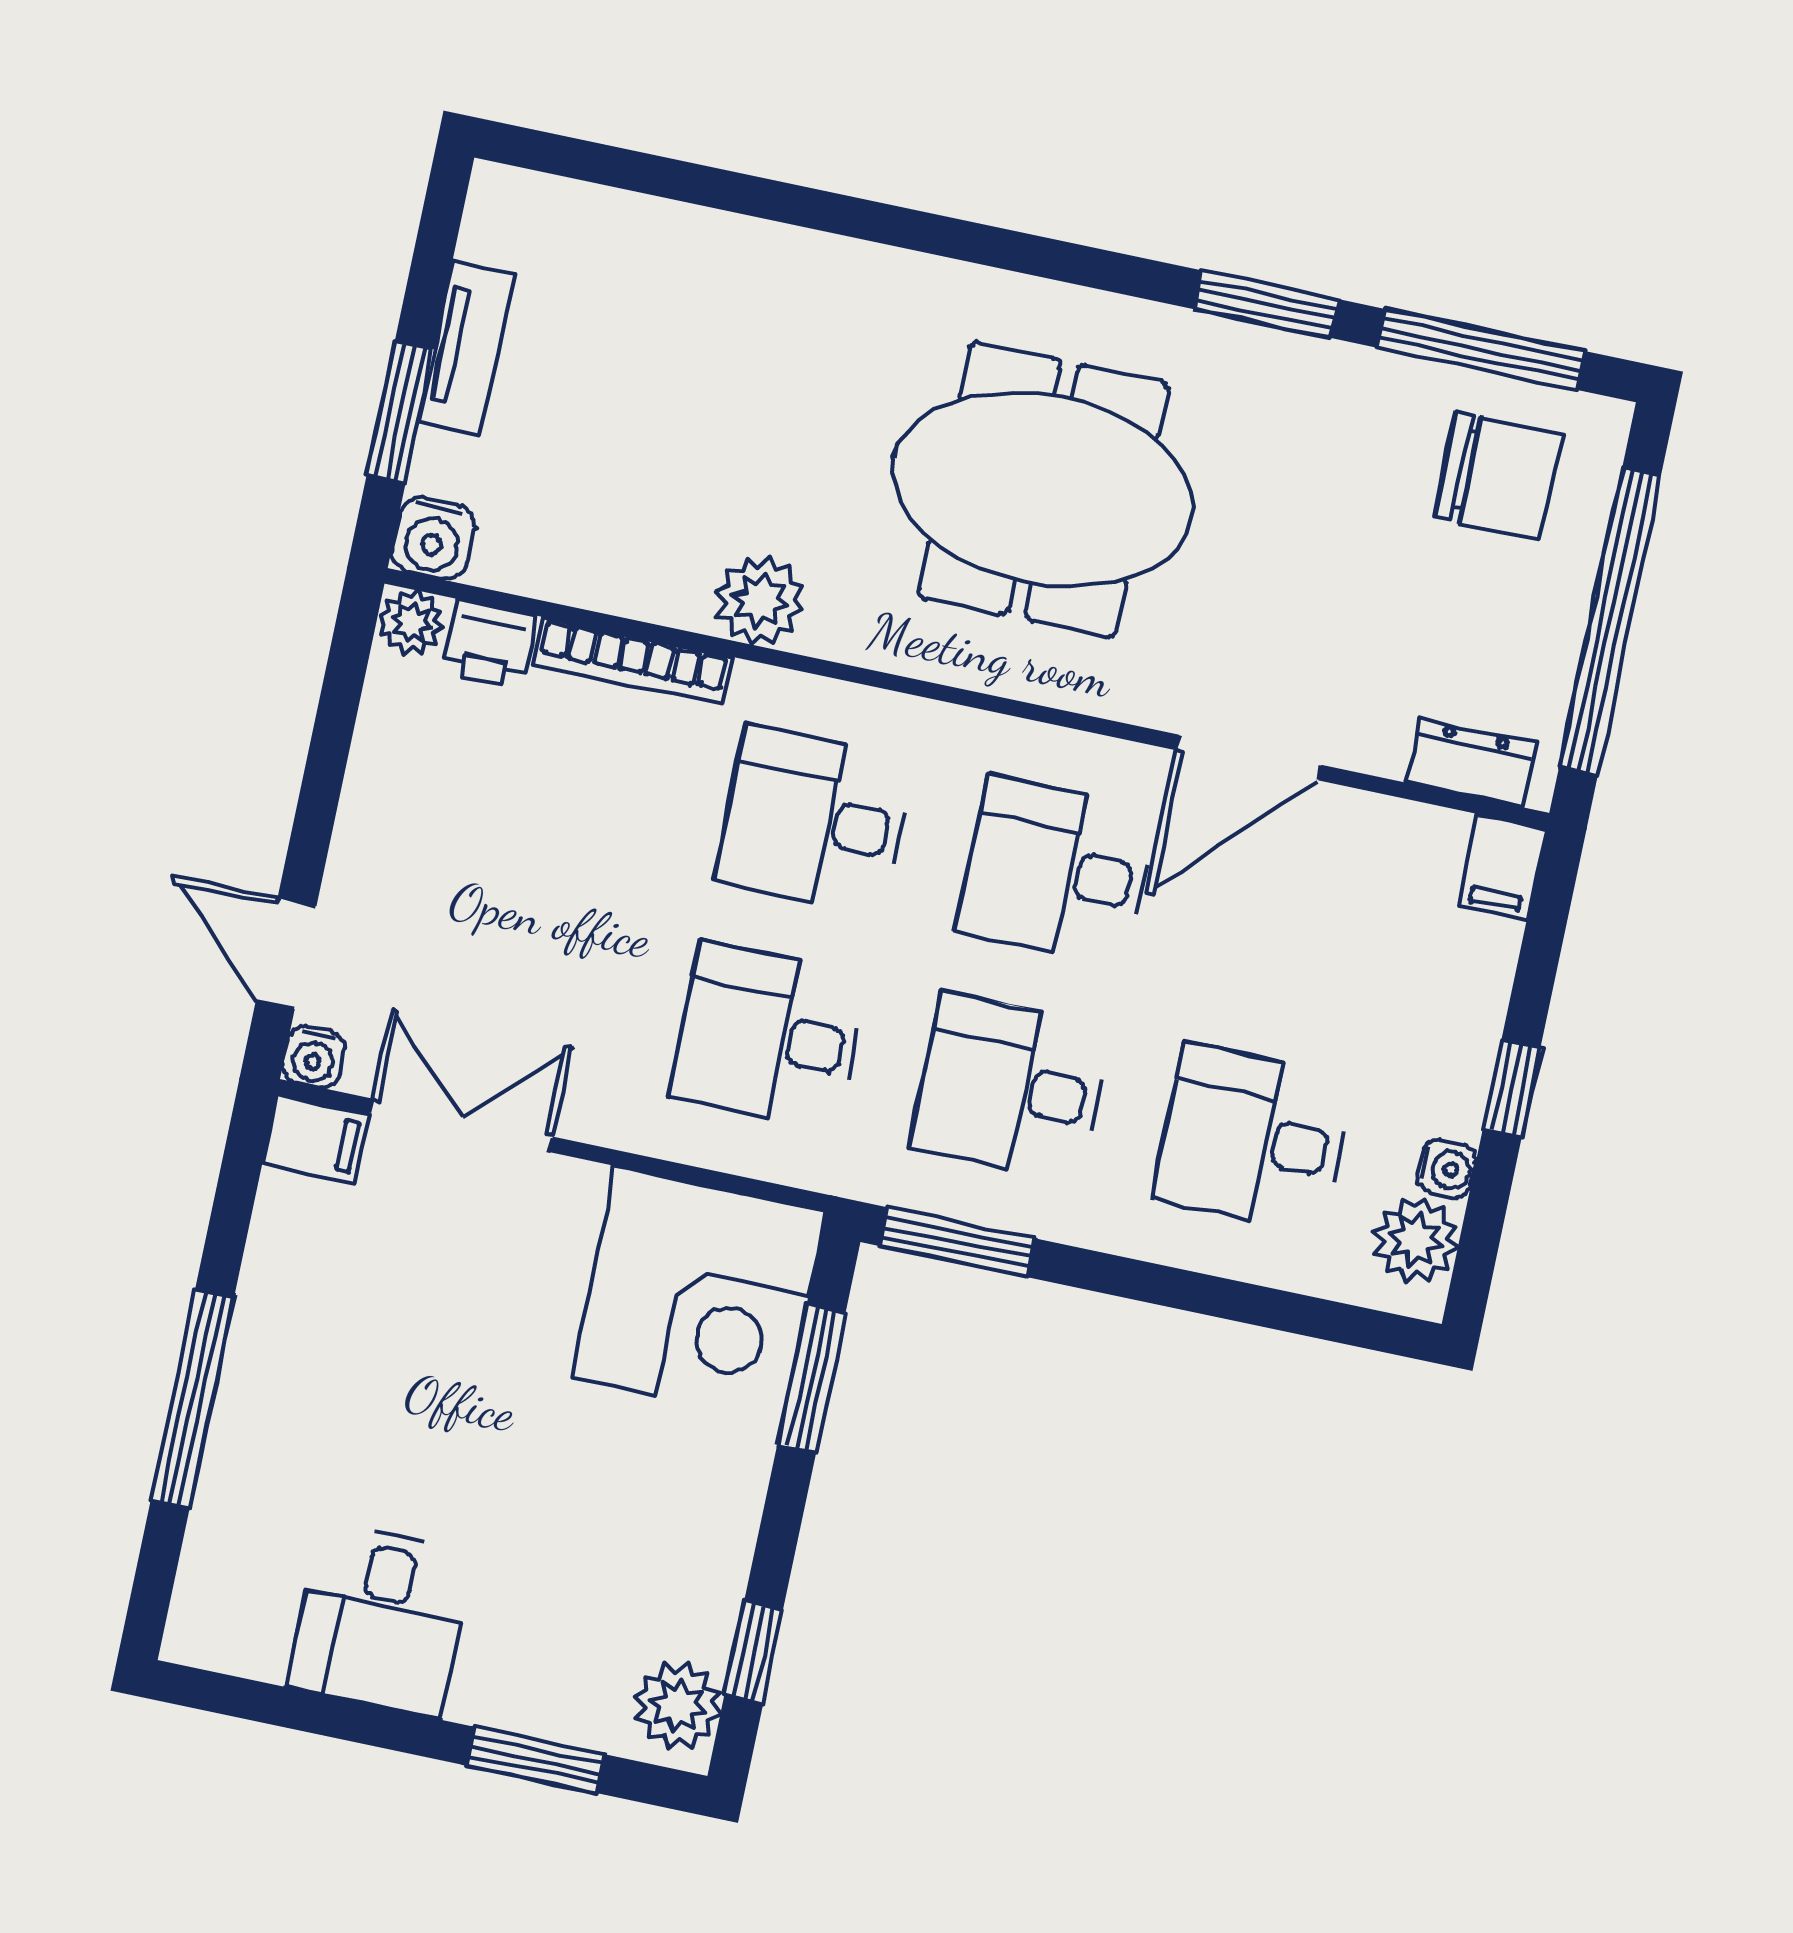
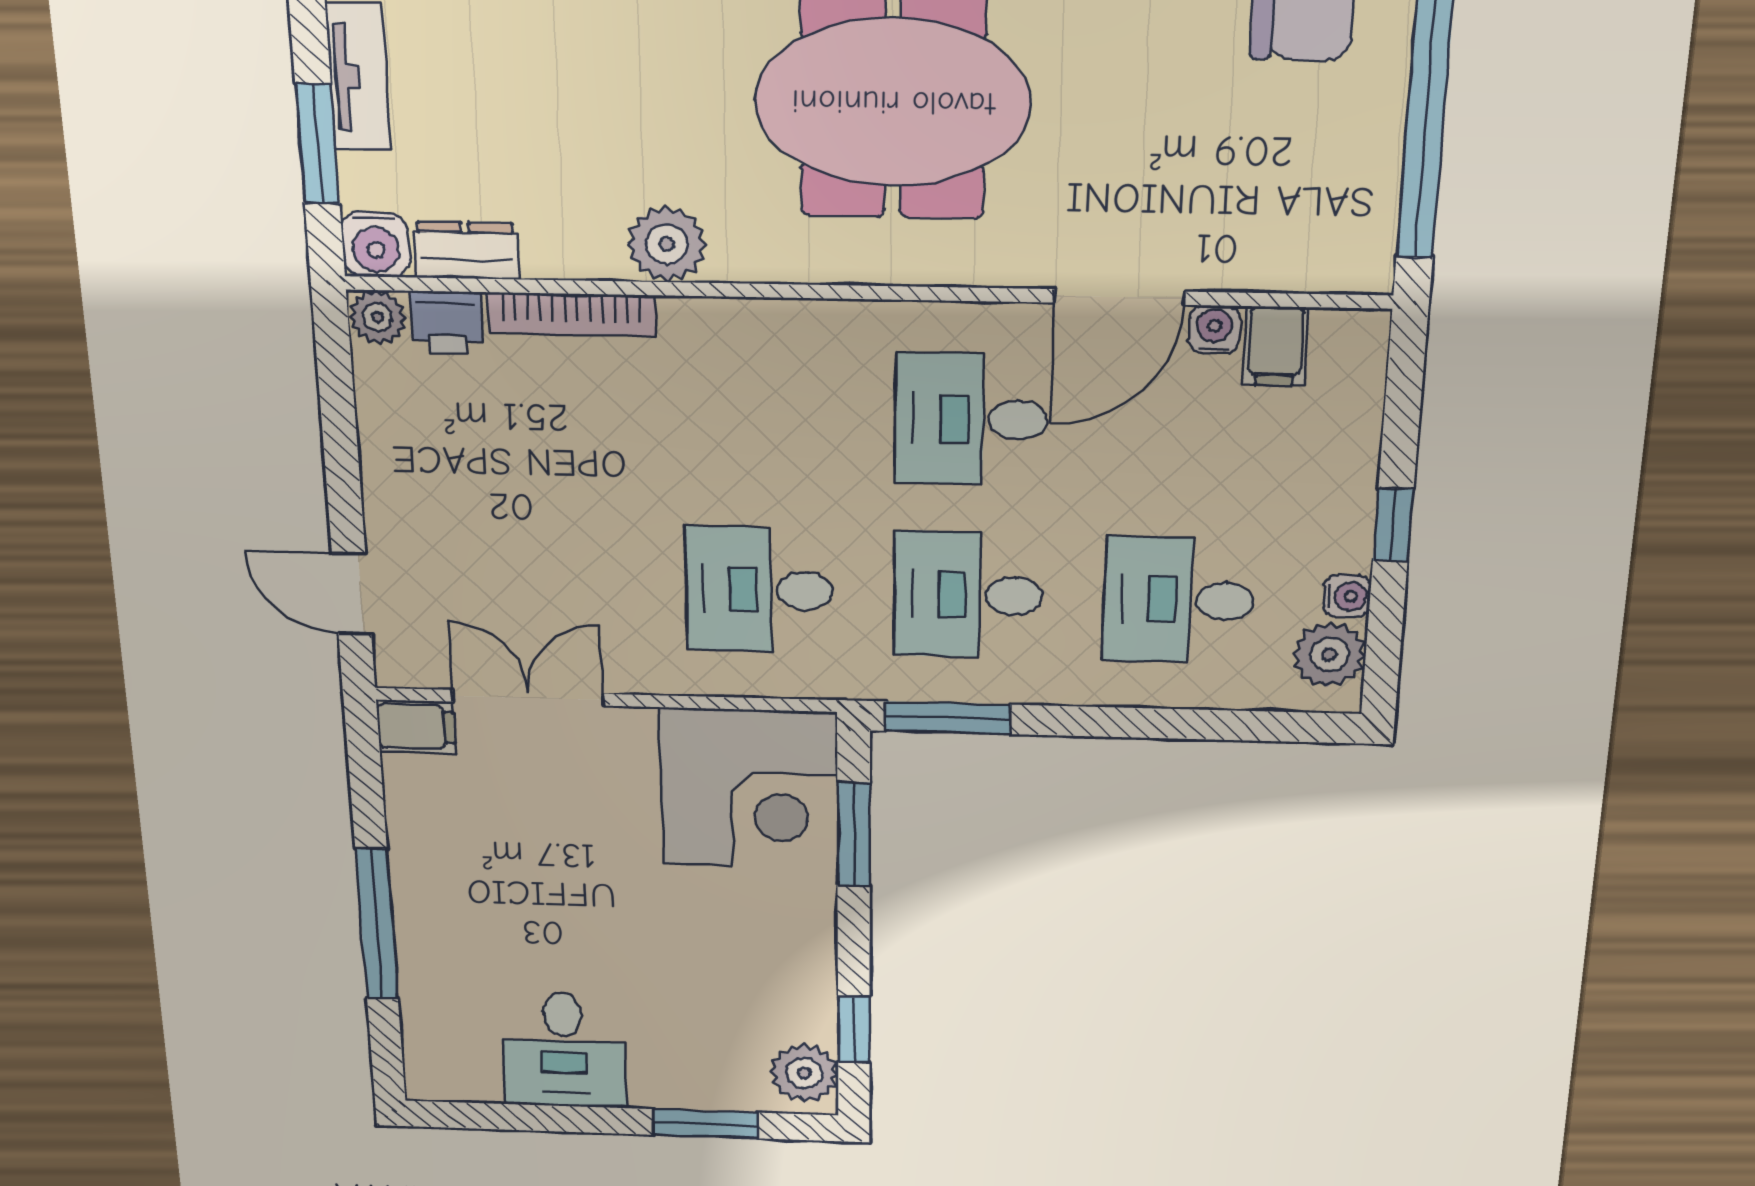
dresser: (1471, 762) -> (466, 250), moved
desk: (815, 820) -> (757, 415), removed
filing cabinet: (1502, 867) -> (1276, 346), moved
water cooler: (314, 1057) -> (1214, 330), moved, turned 180

